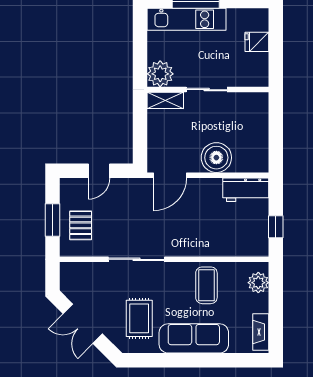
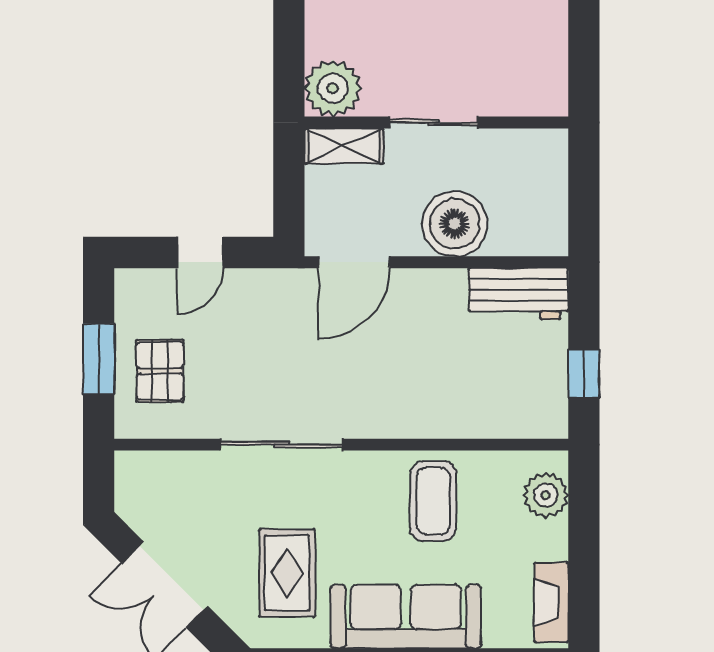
plant: (160, 74) -> (333, 88), moved
sliding door: (207, 90) -> (434, 123), moved
wall: (208, 90) -> (436, 123), moved
shelving: (165, 100) -> (344, 146), moved

